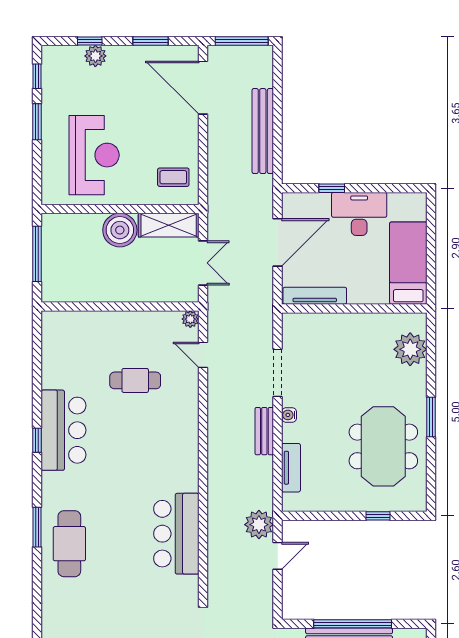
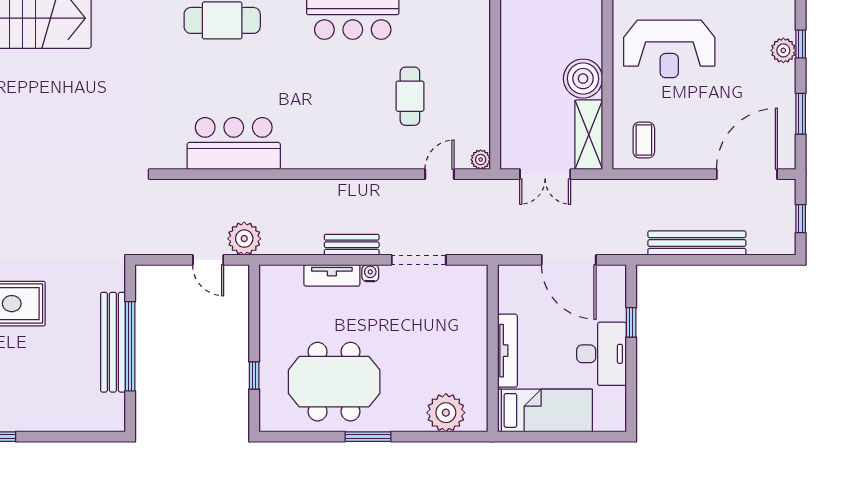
window: (242, 41) -> (801, 219), width x0.46
tv unit: (315, 296) -> (507, 351), moved
tv unit: (291, 468) -> (332, 275), moved

